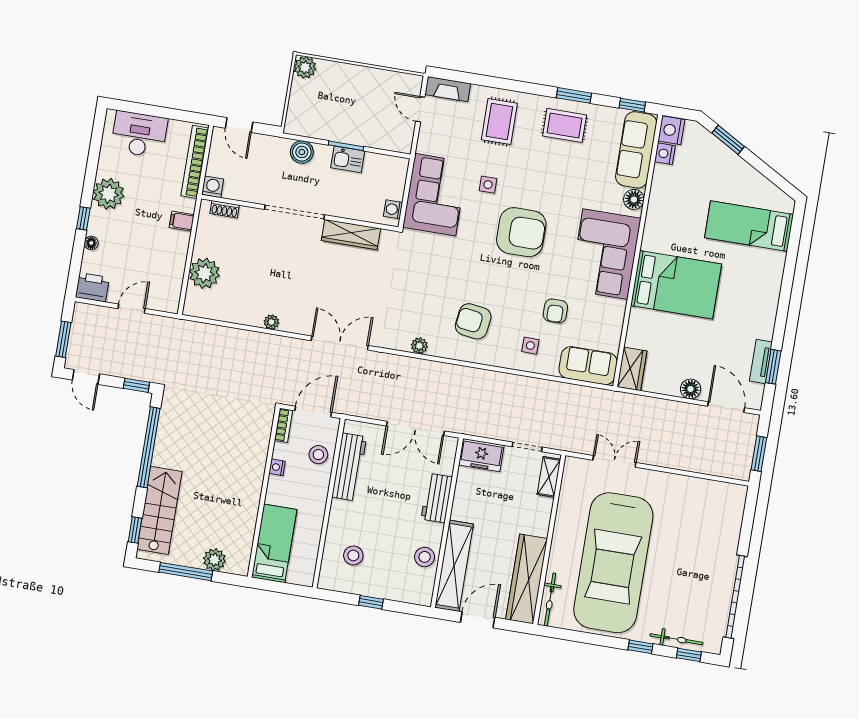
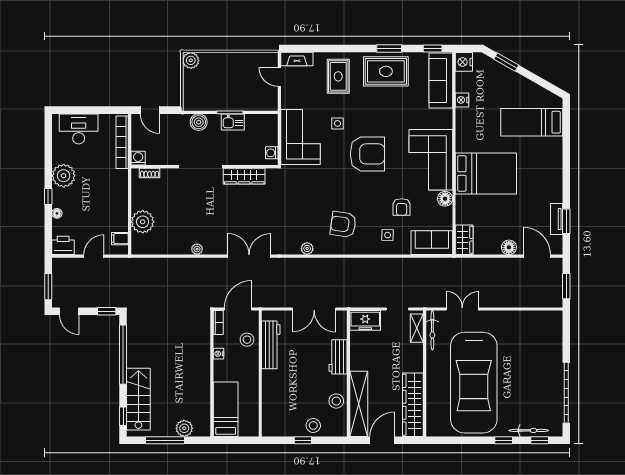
rug: (565, 125) -> (386, 71), width x1.36, depth x1.43
nightstand: (665, 154) -> (462, 100), moved
floor lamp: (634, 199) -> (445, 199), moved
filing cabinet: (182, 221) -> (120, 239), moved
stool: (353, 555) -> (313, 426), moved
bicycle: (550, 600) -> (432, 330), moved

